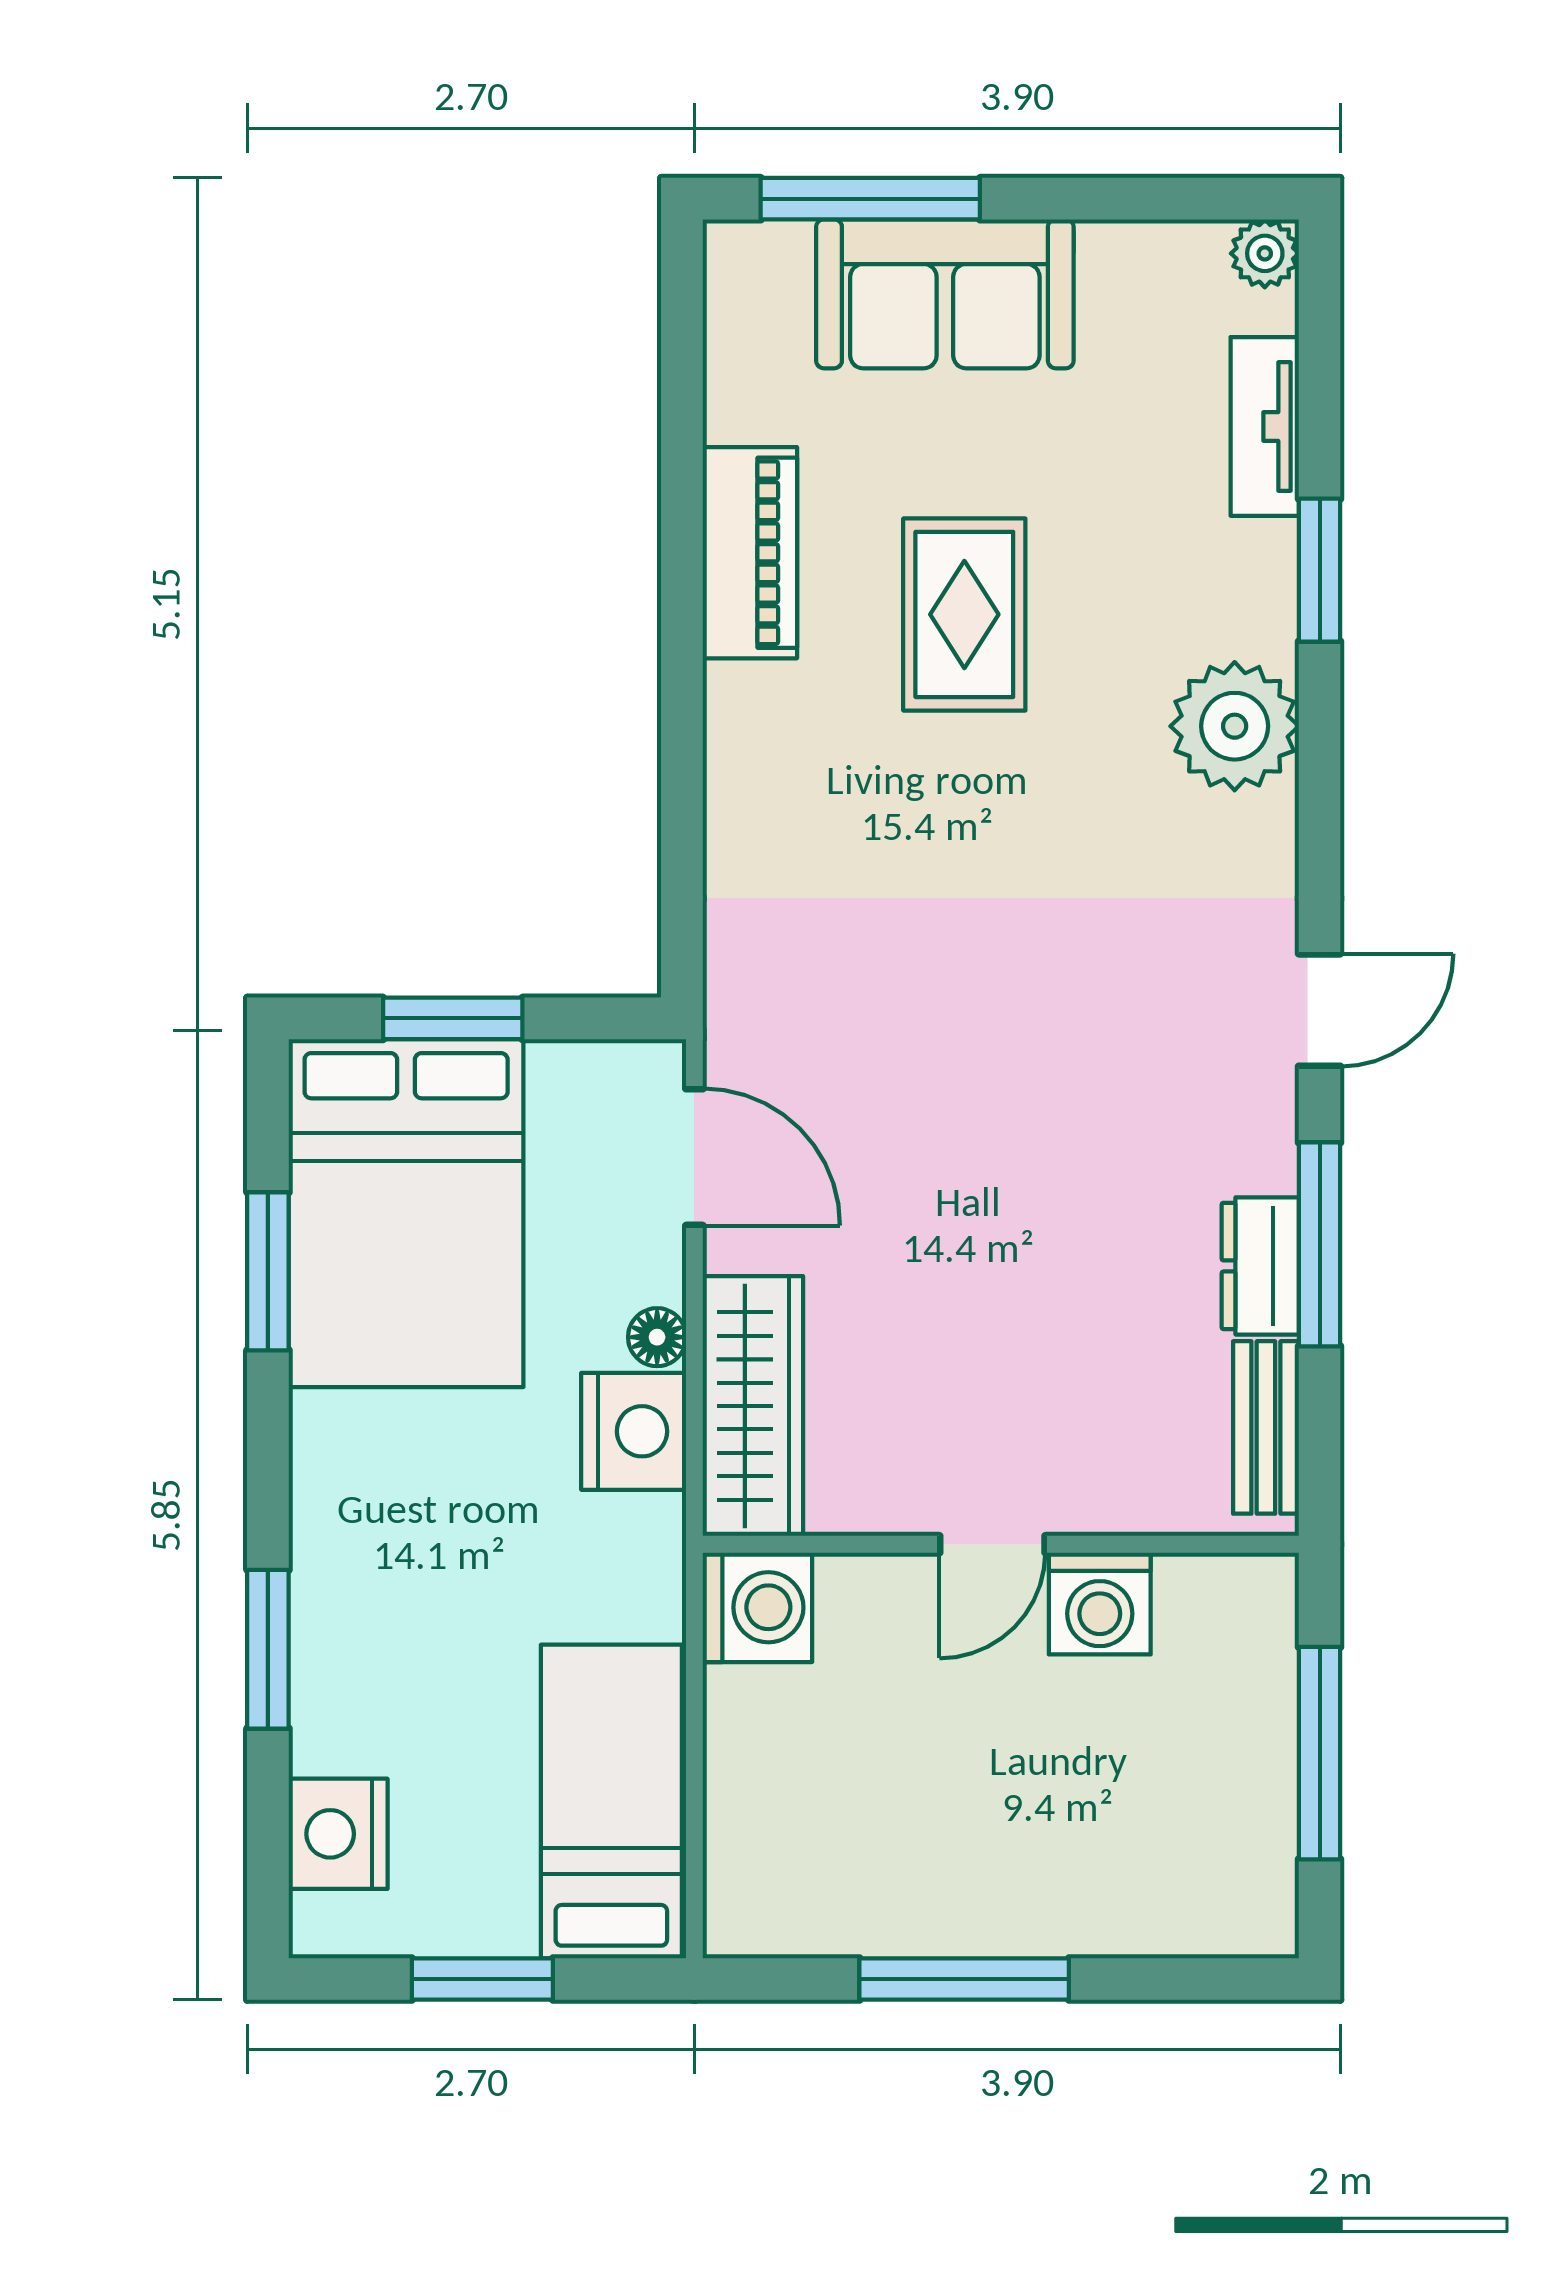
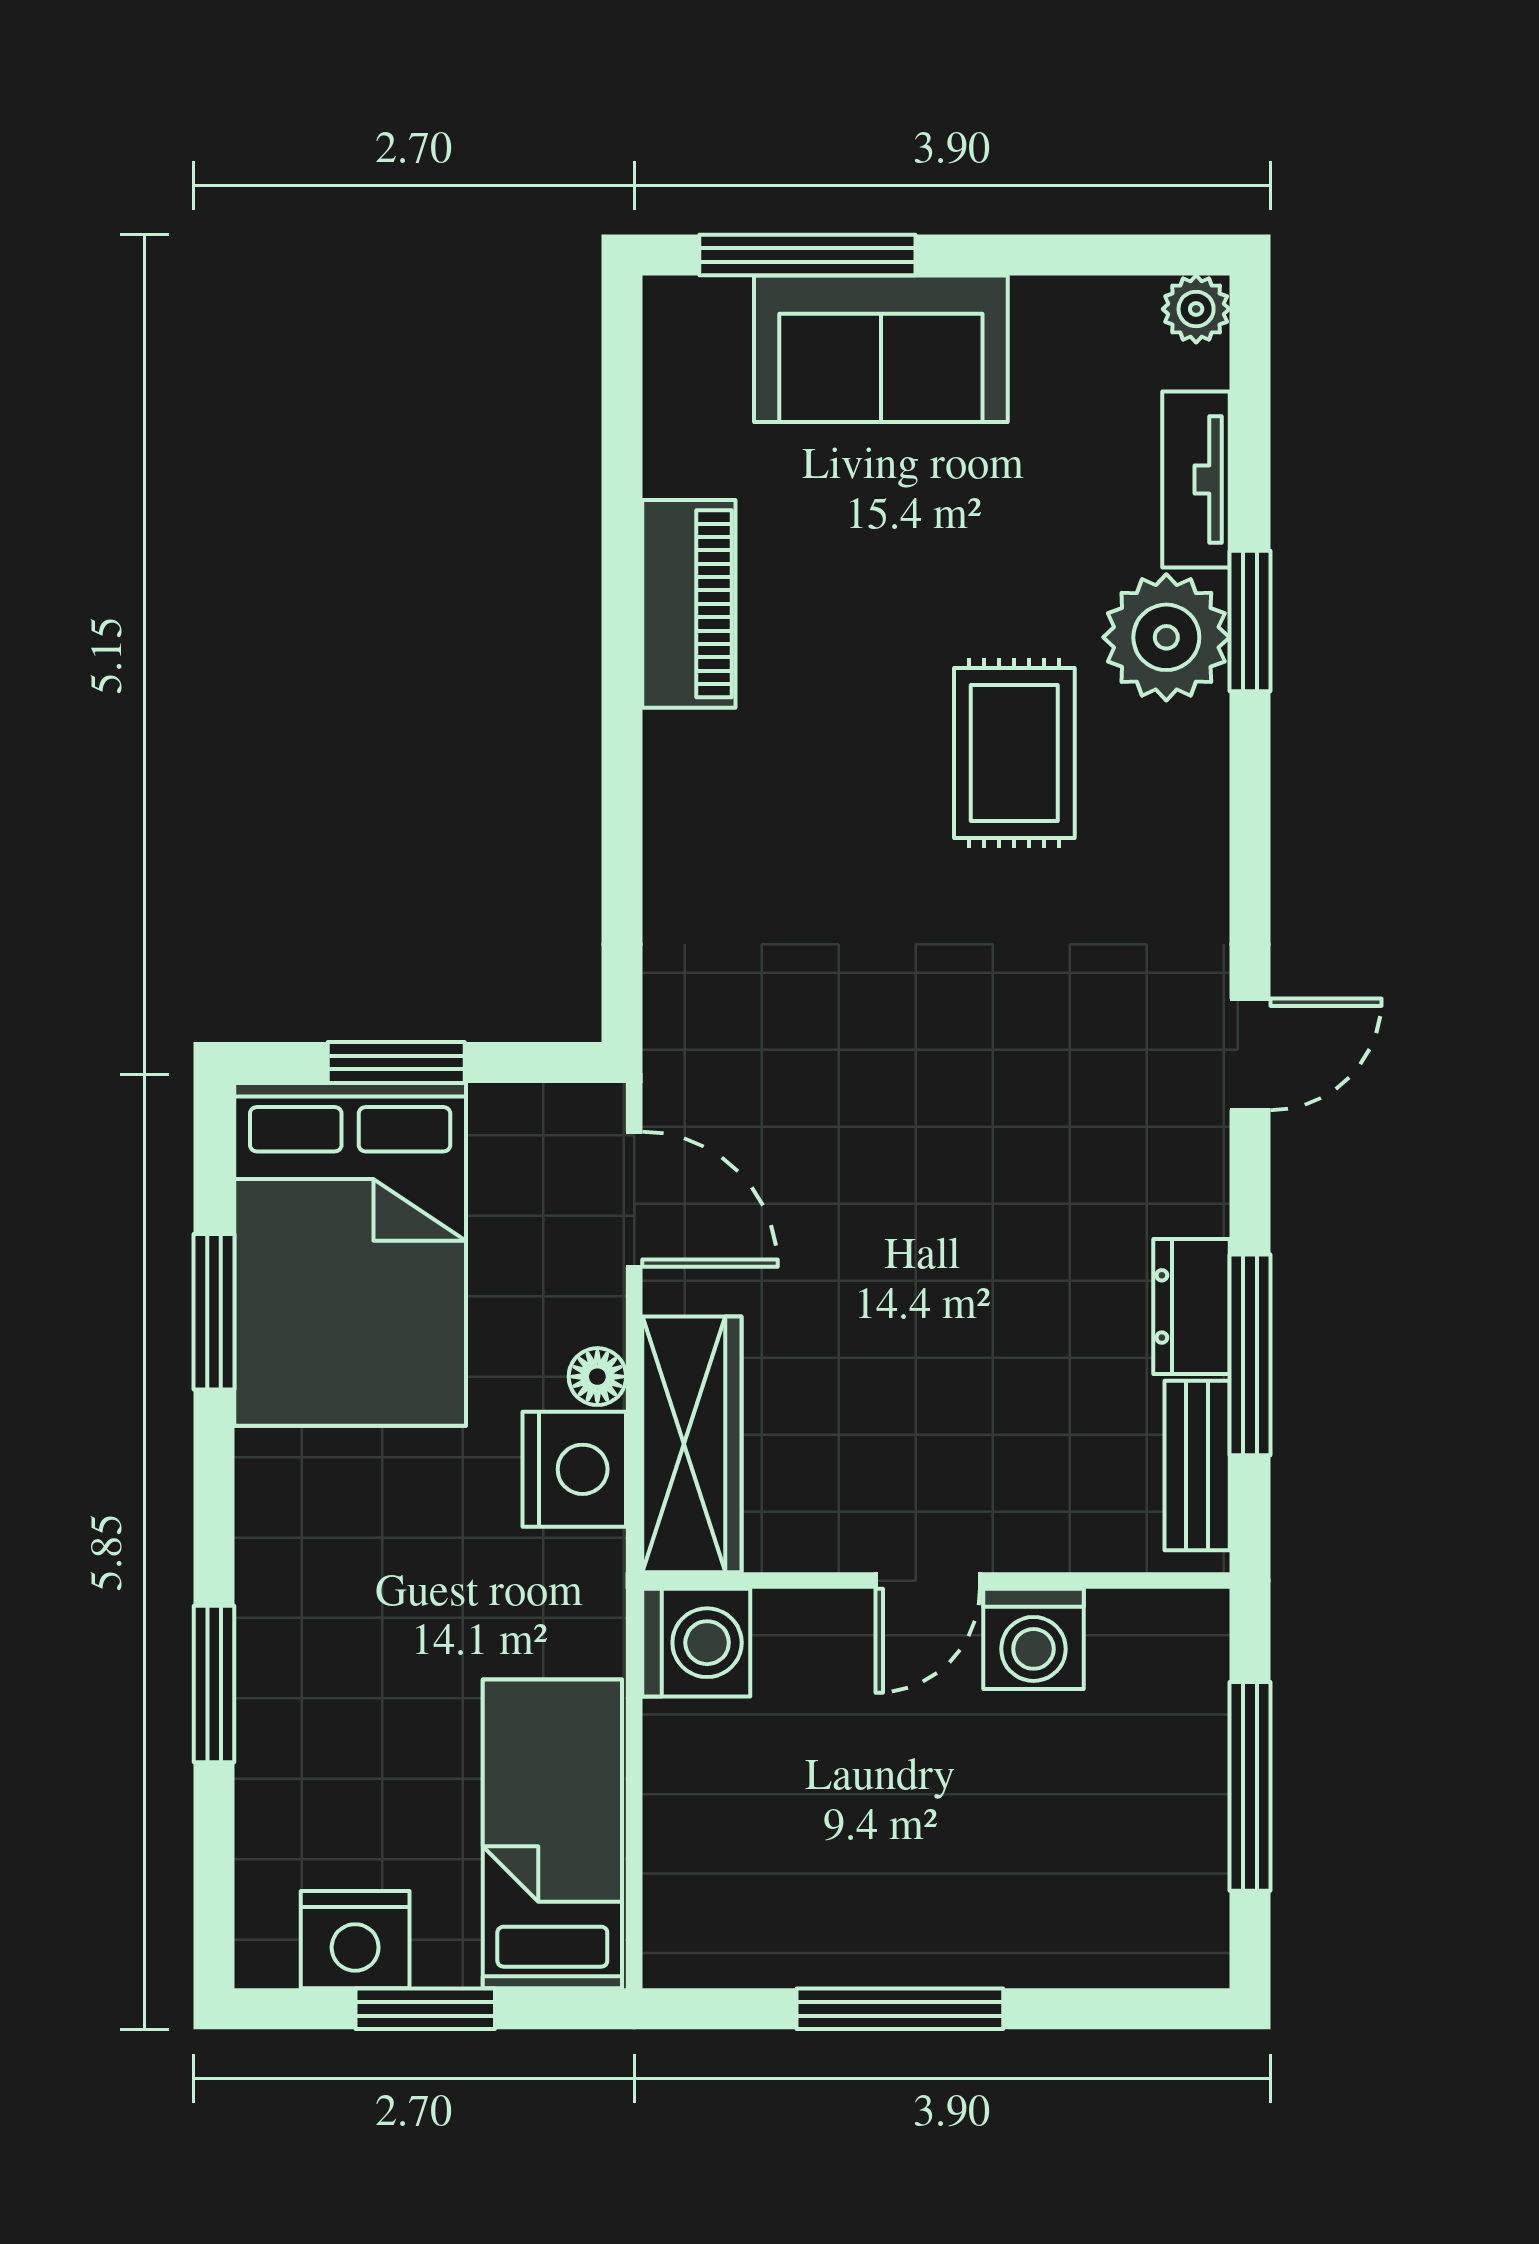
rug: (964, 614) -> (1014, 753), moved
plant: (1235, 726) -> (1166, 637), moved
window: (1320, 1244) -> (1250, 1355), moved
nightstand: (338, 1834) -> (355, 1940), moved, turned -90

